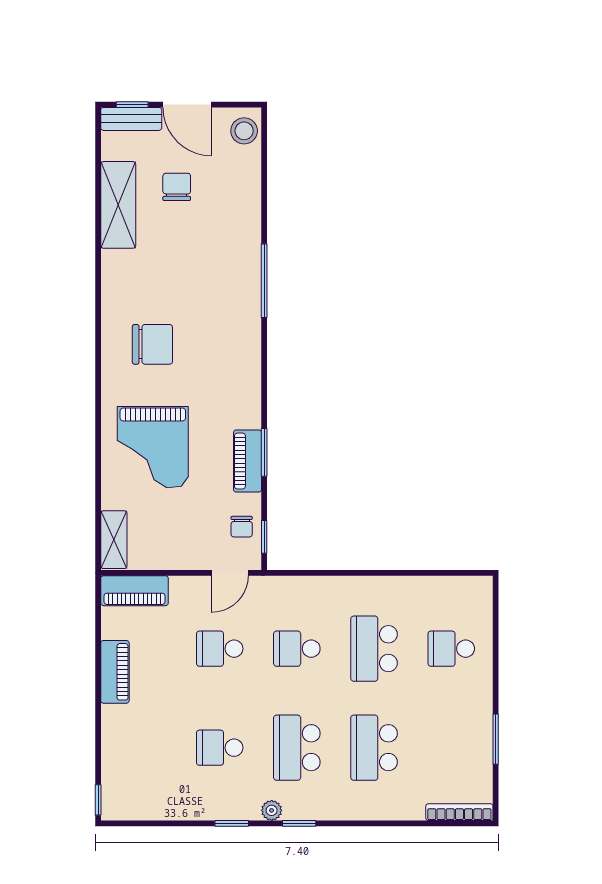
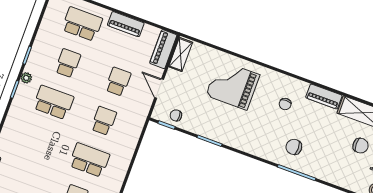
chair: (221, 302) -> (294, 147), added
chair: (152, 344) -> (285, 104), width x0.54, depth x0.54
piano: (248, 461) -> (324, 97), moved, turned 180
shelving: (114, 540) -> (181, 55), moved, turned 90
door: (230, 573) -> (159, 89), moved
school desk: (374, 748) -> (82, 24), moved

